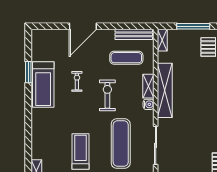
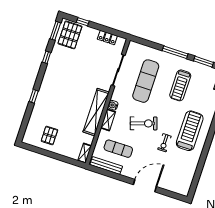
window: (193, 26) -> (56, 156), removed
window: (28, 72) -> (201, 163), removed
treadmill: (43, 85) -> (190, 131), moved
exercise bike: (107, 95) -> (144, 123), turned -108

